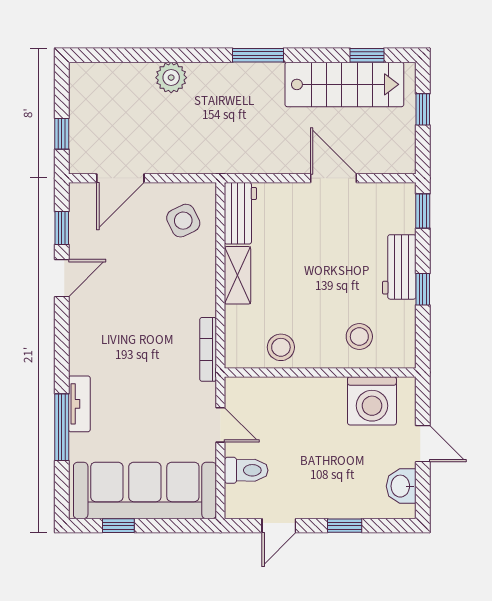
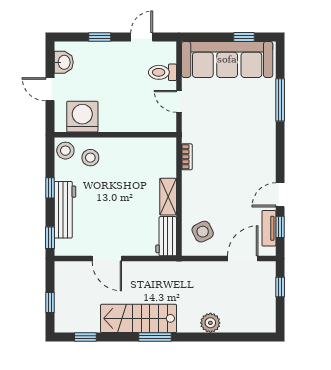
stairs: (344, 84) -> (139, 318), moved
workbench: (399, 267) -> (65, 210), width x1.38
stool: (281, 347) -> (65, 151), moved
bookcase: (208, 349) -> (187, 157), width x0.64
tv unit: (79, 404) -> (269, 228), moved

